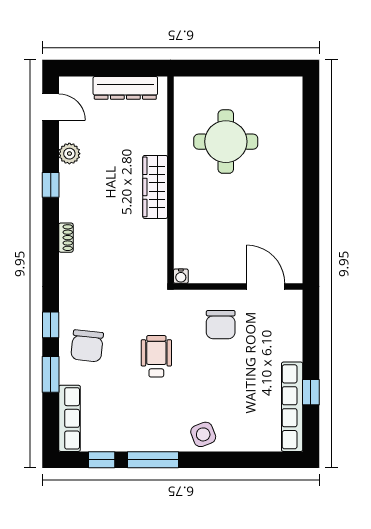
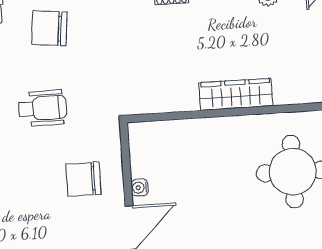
water cooler: (181, 276) -> (140, 188), moved

